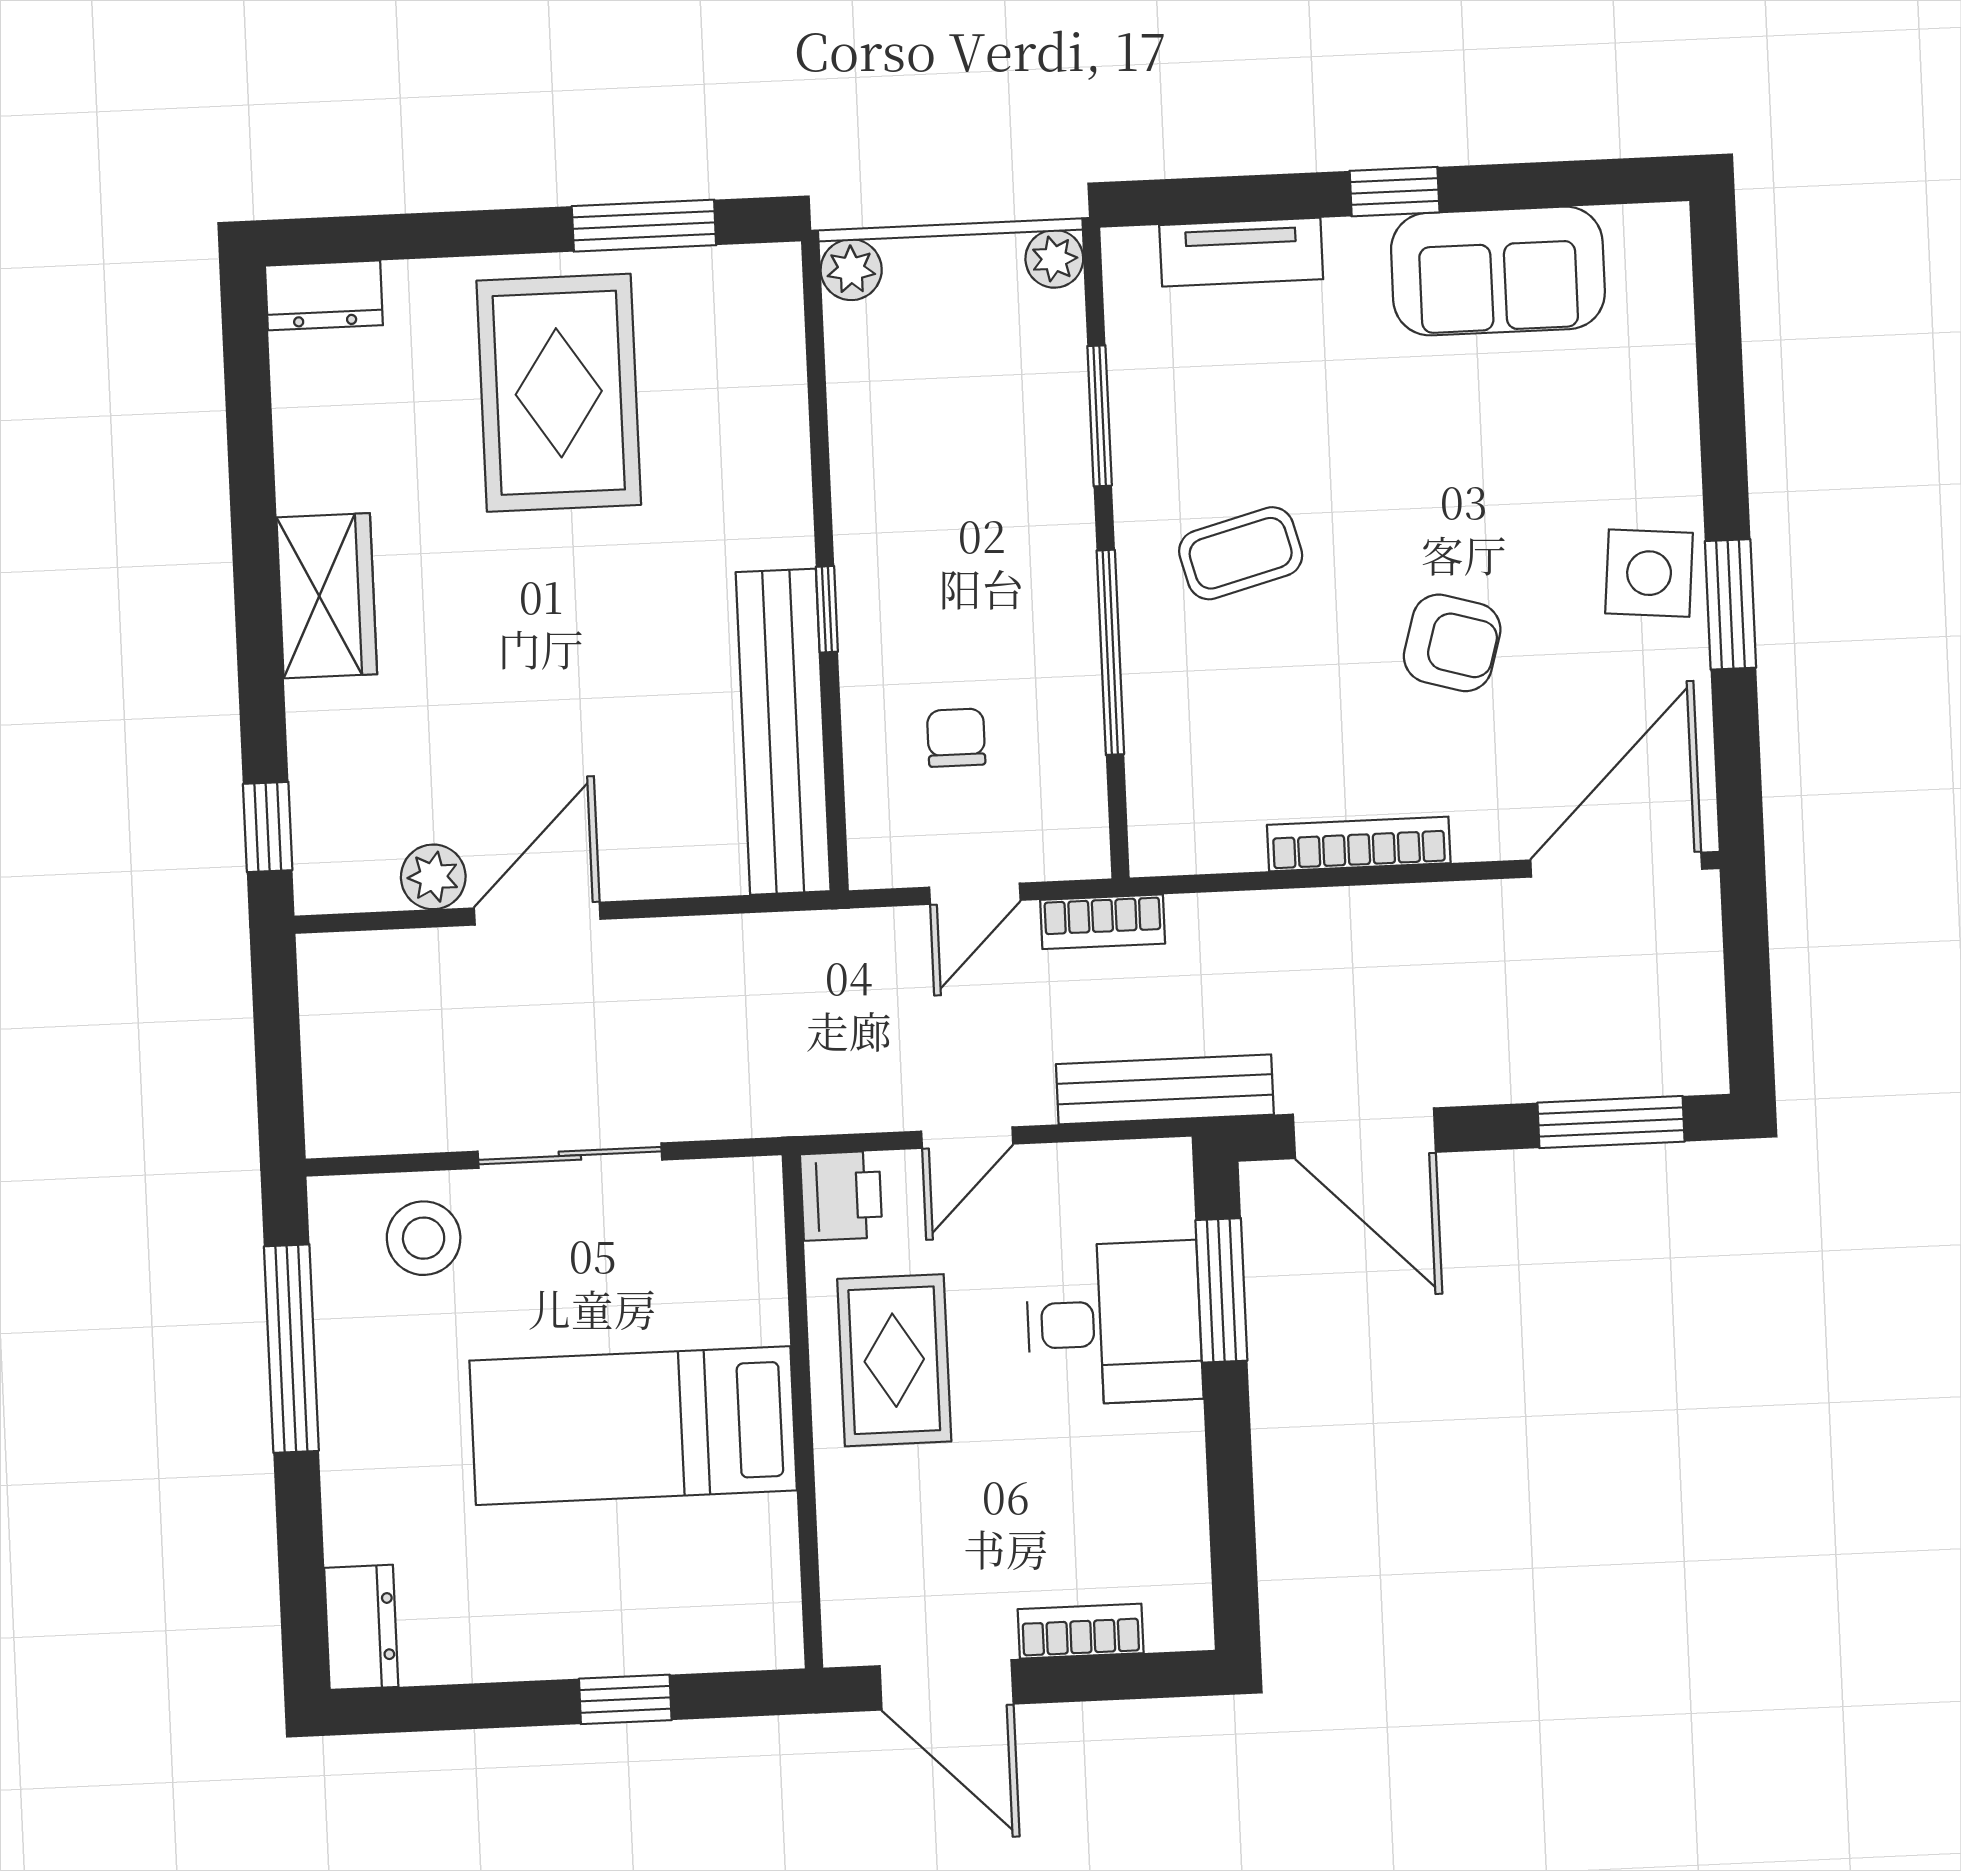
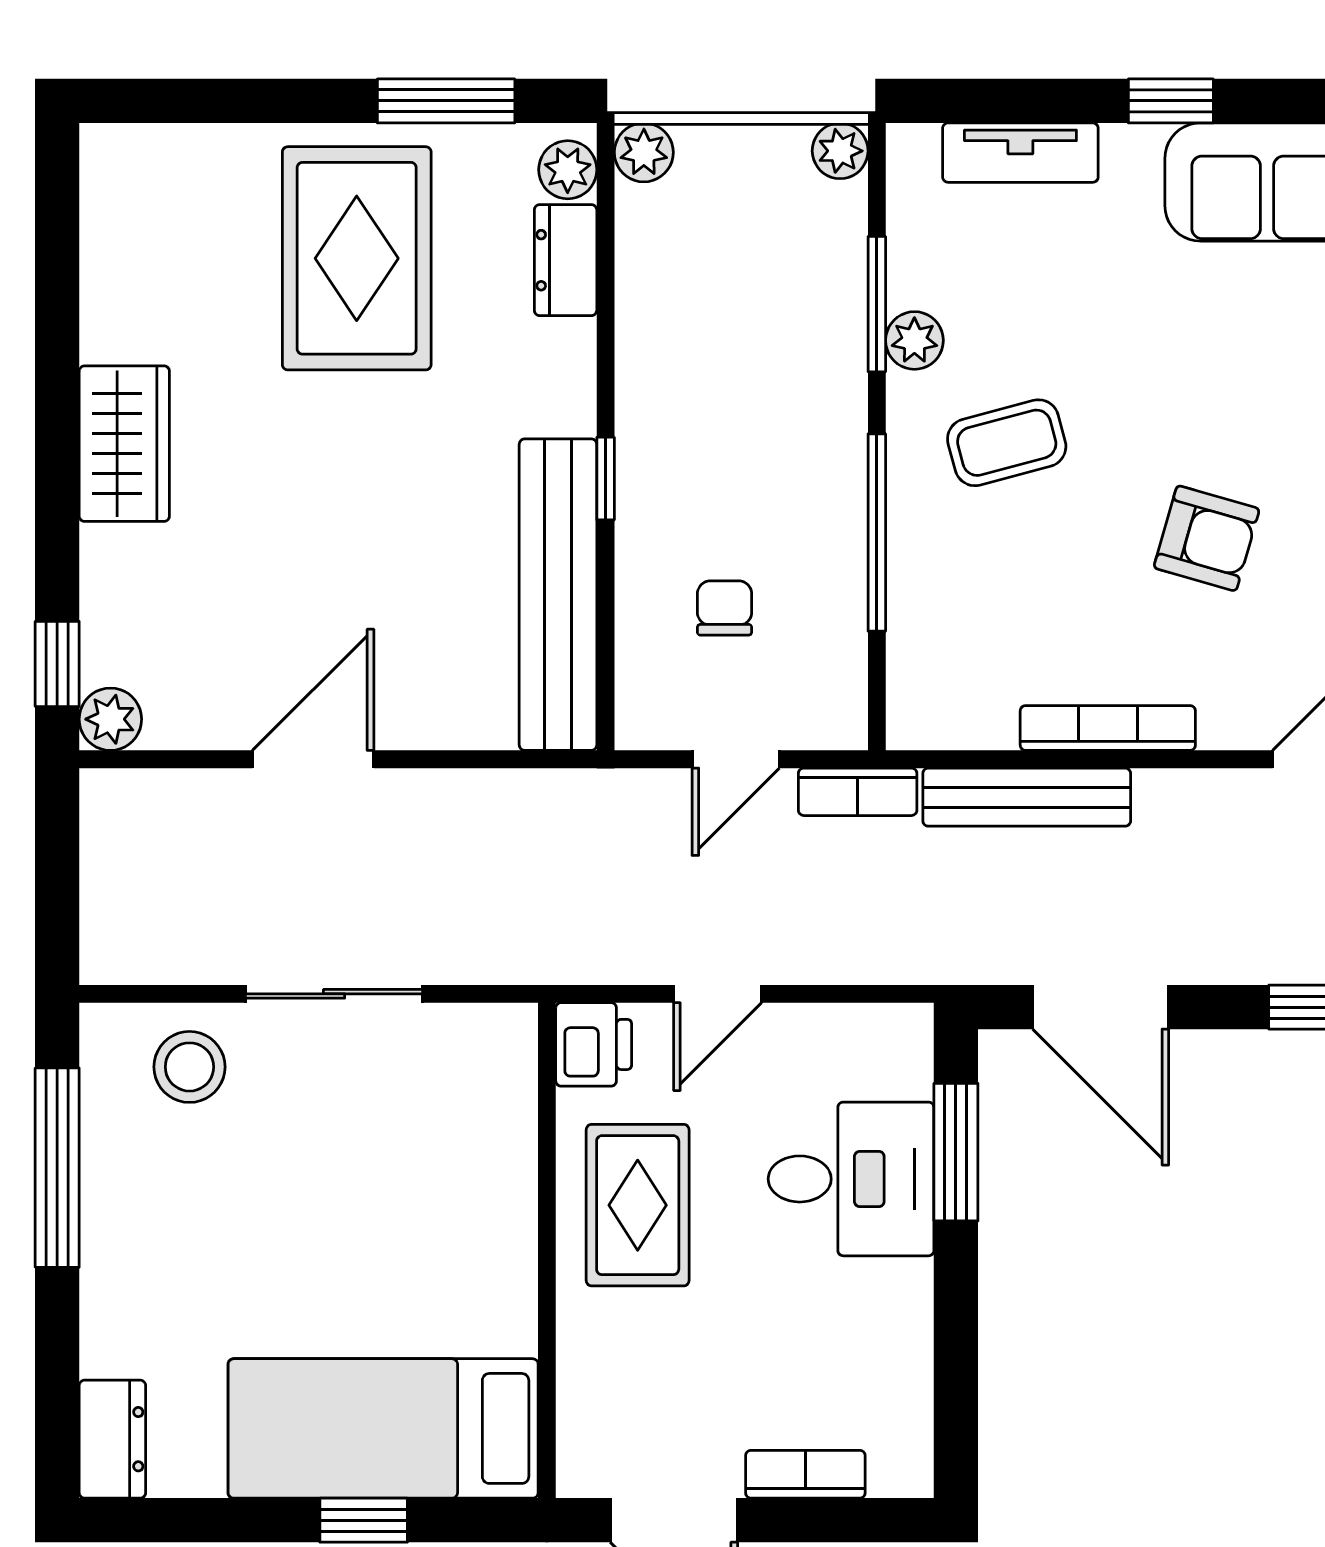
plant: (773, 291) -> (568, 170), added
dresser: (324, 295) -> (566, 260), moved, turned 90
plant: (1140, 452) -> (914, 340), added
plant: (433, 877) -> (110, 719), moved
bench: (1165, 1089) -> (1027, 797), moved
bed: (633, 1426) -> (383, 1428), moved

